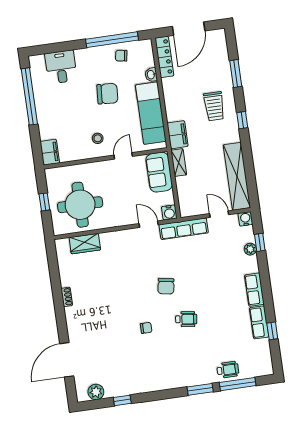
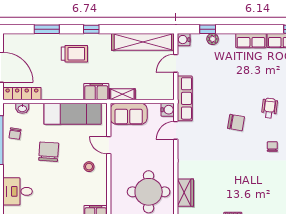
washbasin: (151, 75) -> (22, 108), moved

